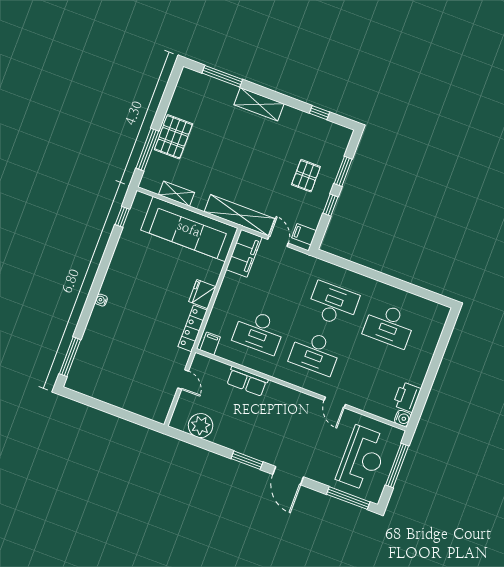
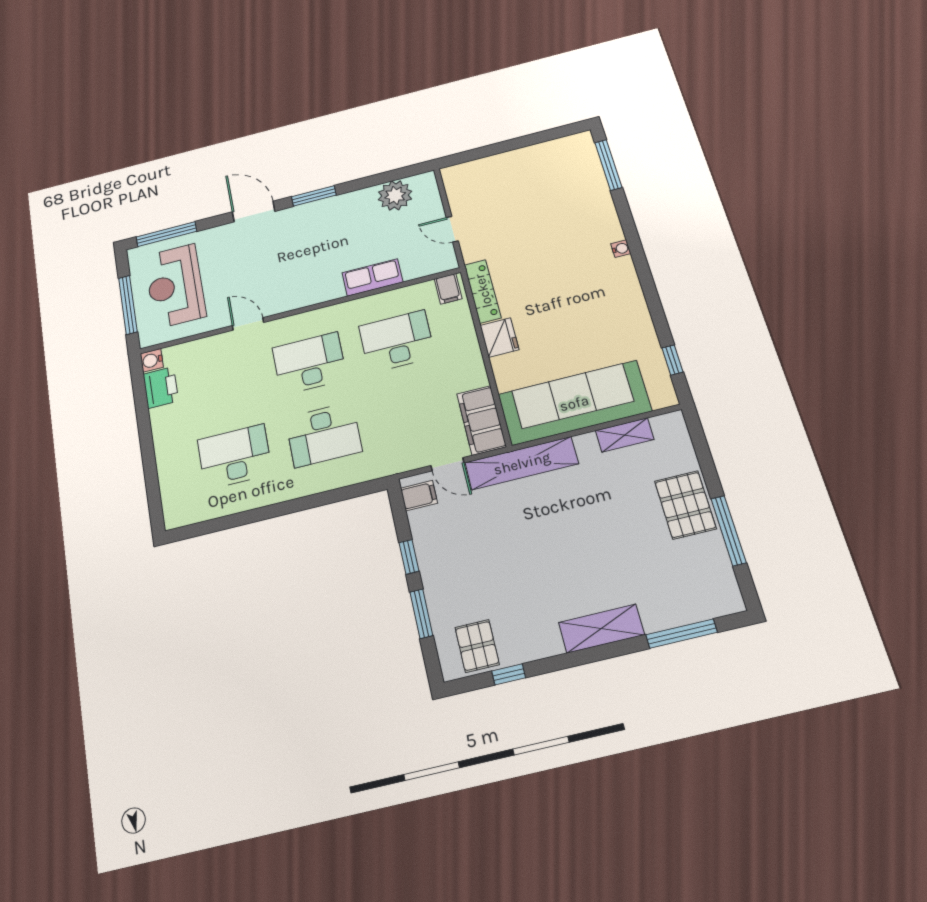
window: (147, 150) -> (729, 531), moved
pallet: (306, 176) -> (477, 646), moved

